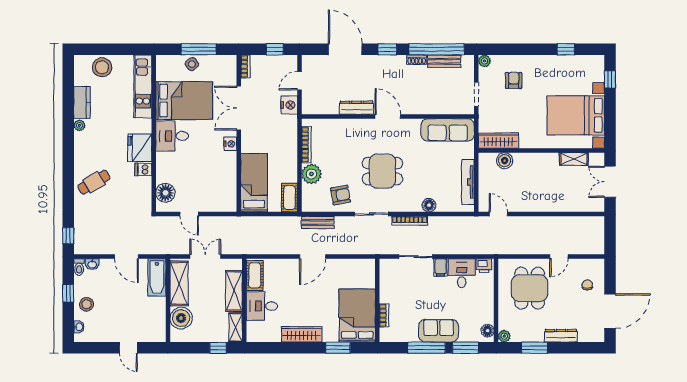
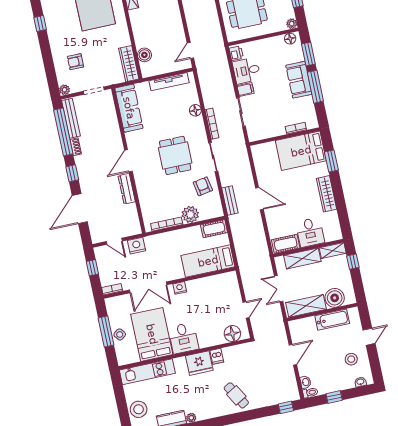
bench: (444, 61) -> (71, 118), width x1.36
bathtub: (157, 278) -> (332, 320), moved
stool: (87, 304) -> (351, 359), moved

